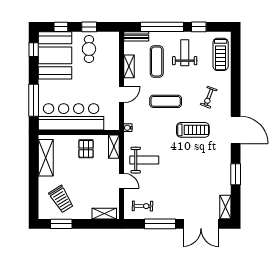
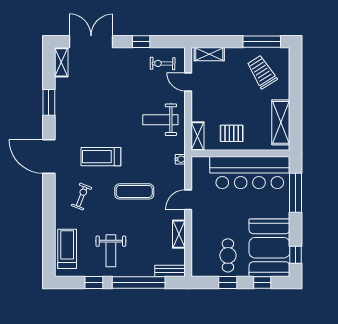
exercise mat: (157, 61) -> (145, 240), removed
pallet: (86, 149) -> (232, 133), turned 90
door: (122, 181) -> (188, 82), moved
window: (61, 224) -> (262, 42), width x1.44
window: (160, 224) -> (141, 42), width x0.46

